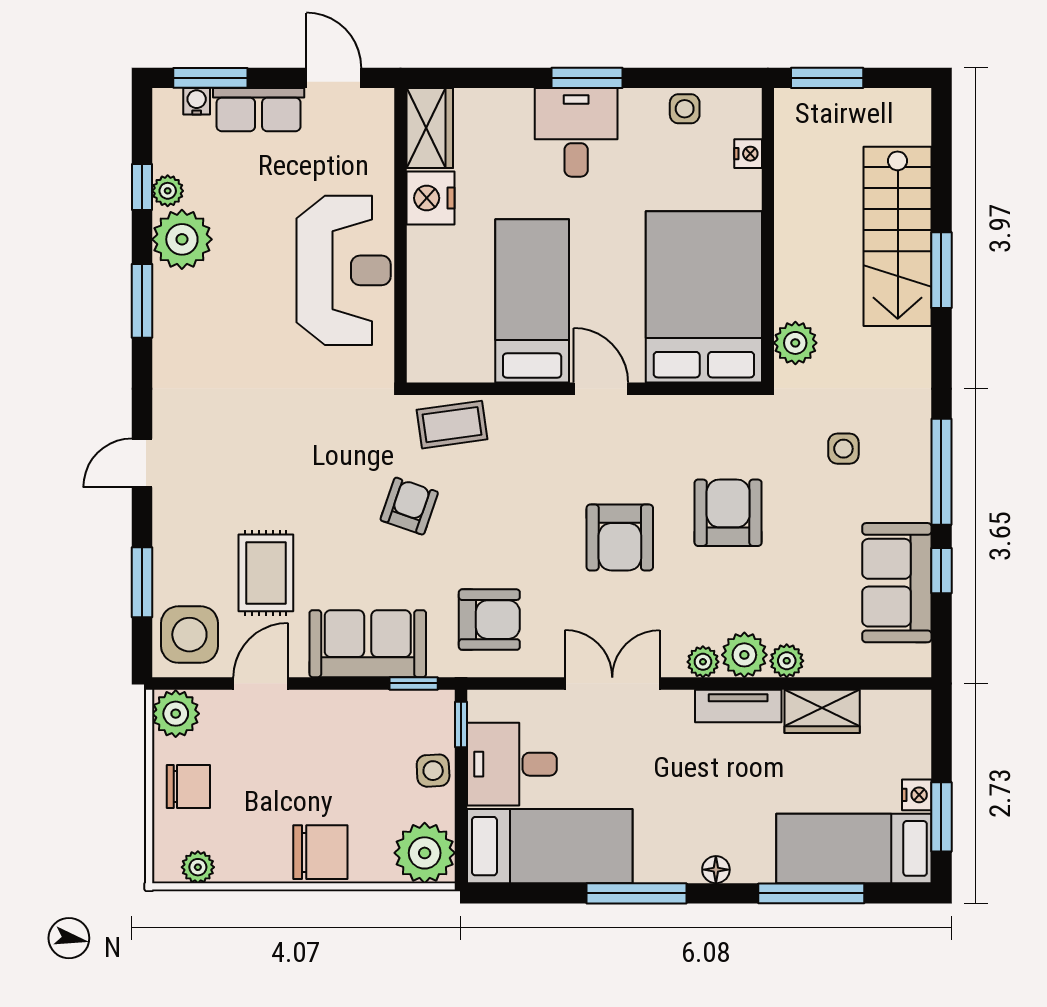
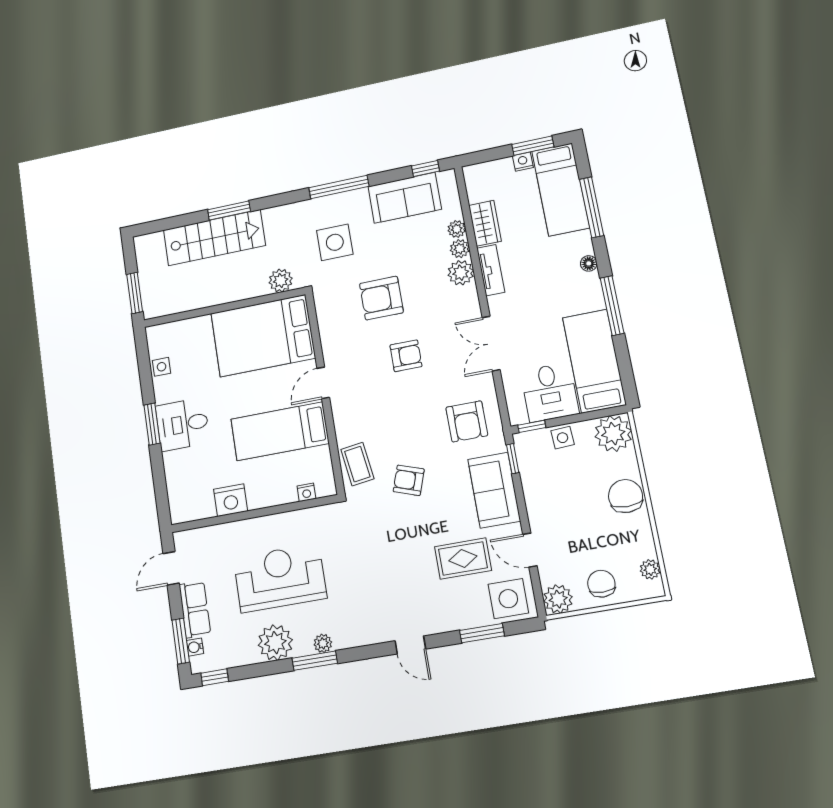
wardrobe: (430, 128) -> (192, 508), removed
nightstand: (748, 154) -> (306, 492), moved, turned 180
window: (142, 187) -> (215, 677), moved
plant: (168, 191) -> (323, 643), moved
reception desk: (344, 270) -> (280, 578), moved
side table: (843, 449) -> (335, 242), width x1.87, depth x1.87
armchair: (620, 538) -> (406, 356), width x0.72, depth x0.72
window: (941, 571) -> (425, 169), moved
armchair: (489, 620) -> (467, 421), turned 180
plant: (703, 662) -> (457, 229), moved

